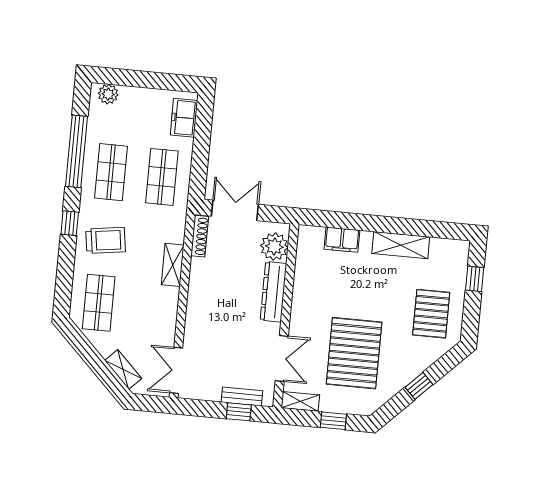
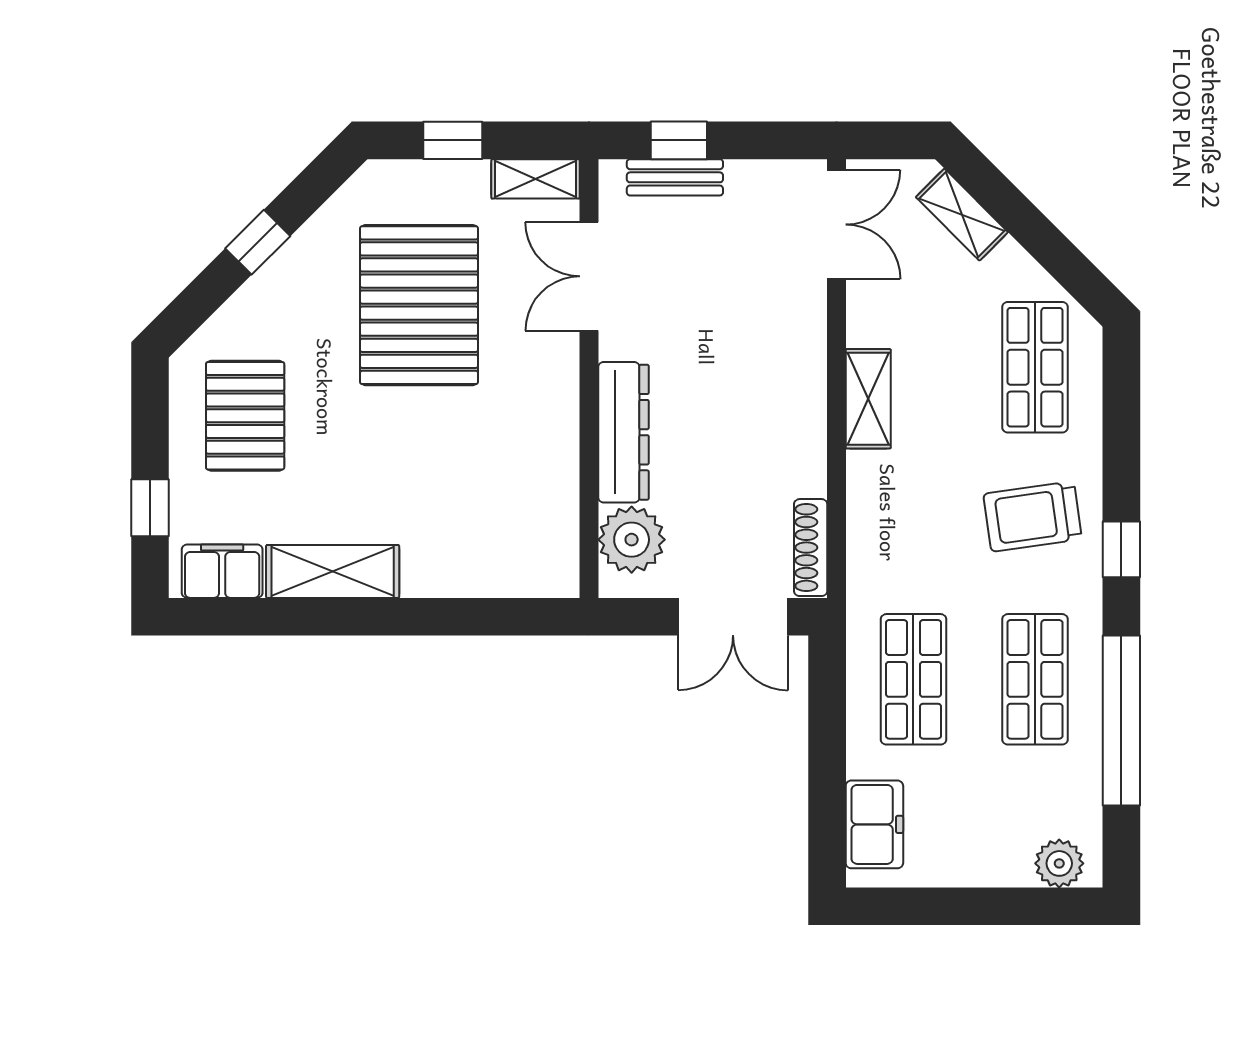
filing cabinet: (342, 240) -> (222, 571), moved
shelving: (173, 265) -> (868, 399), moved

